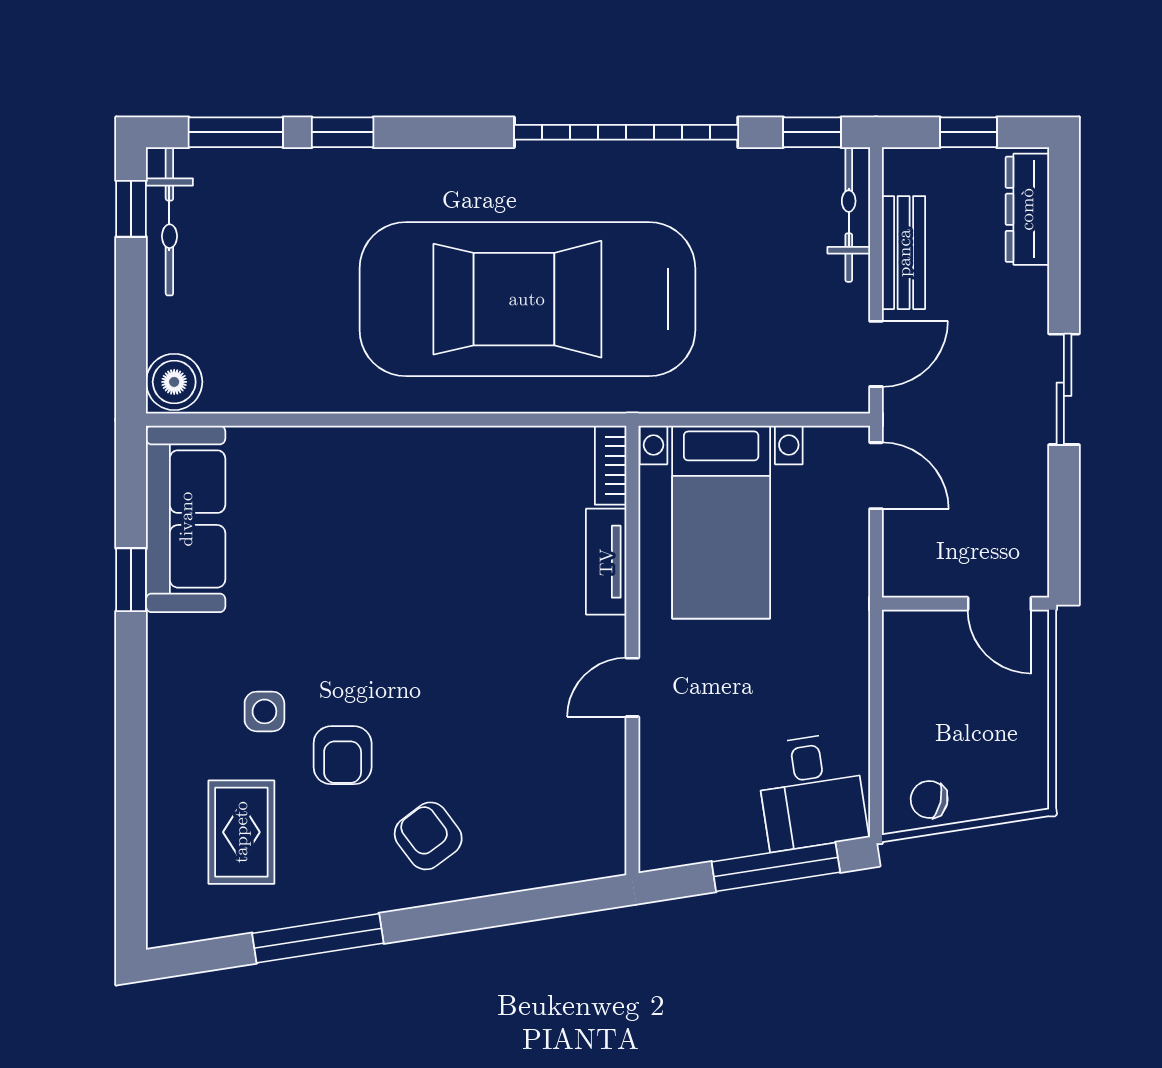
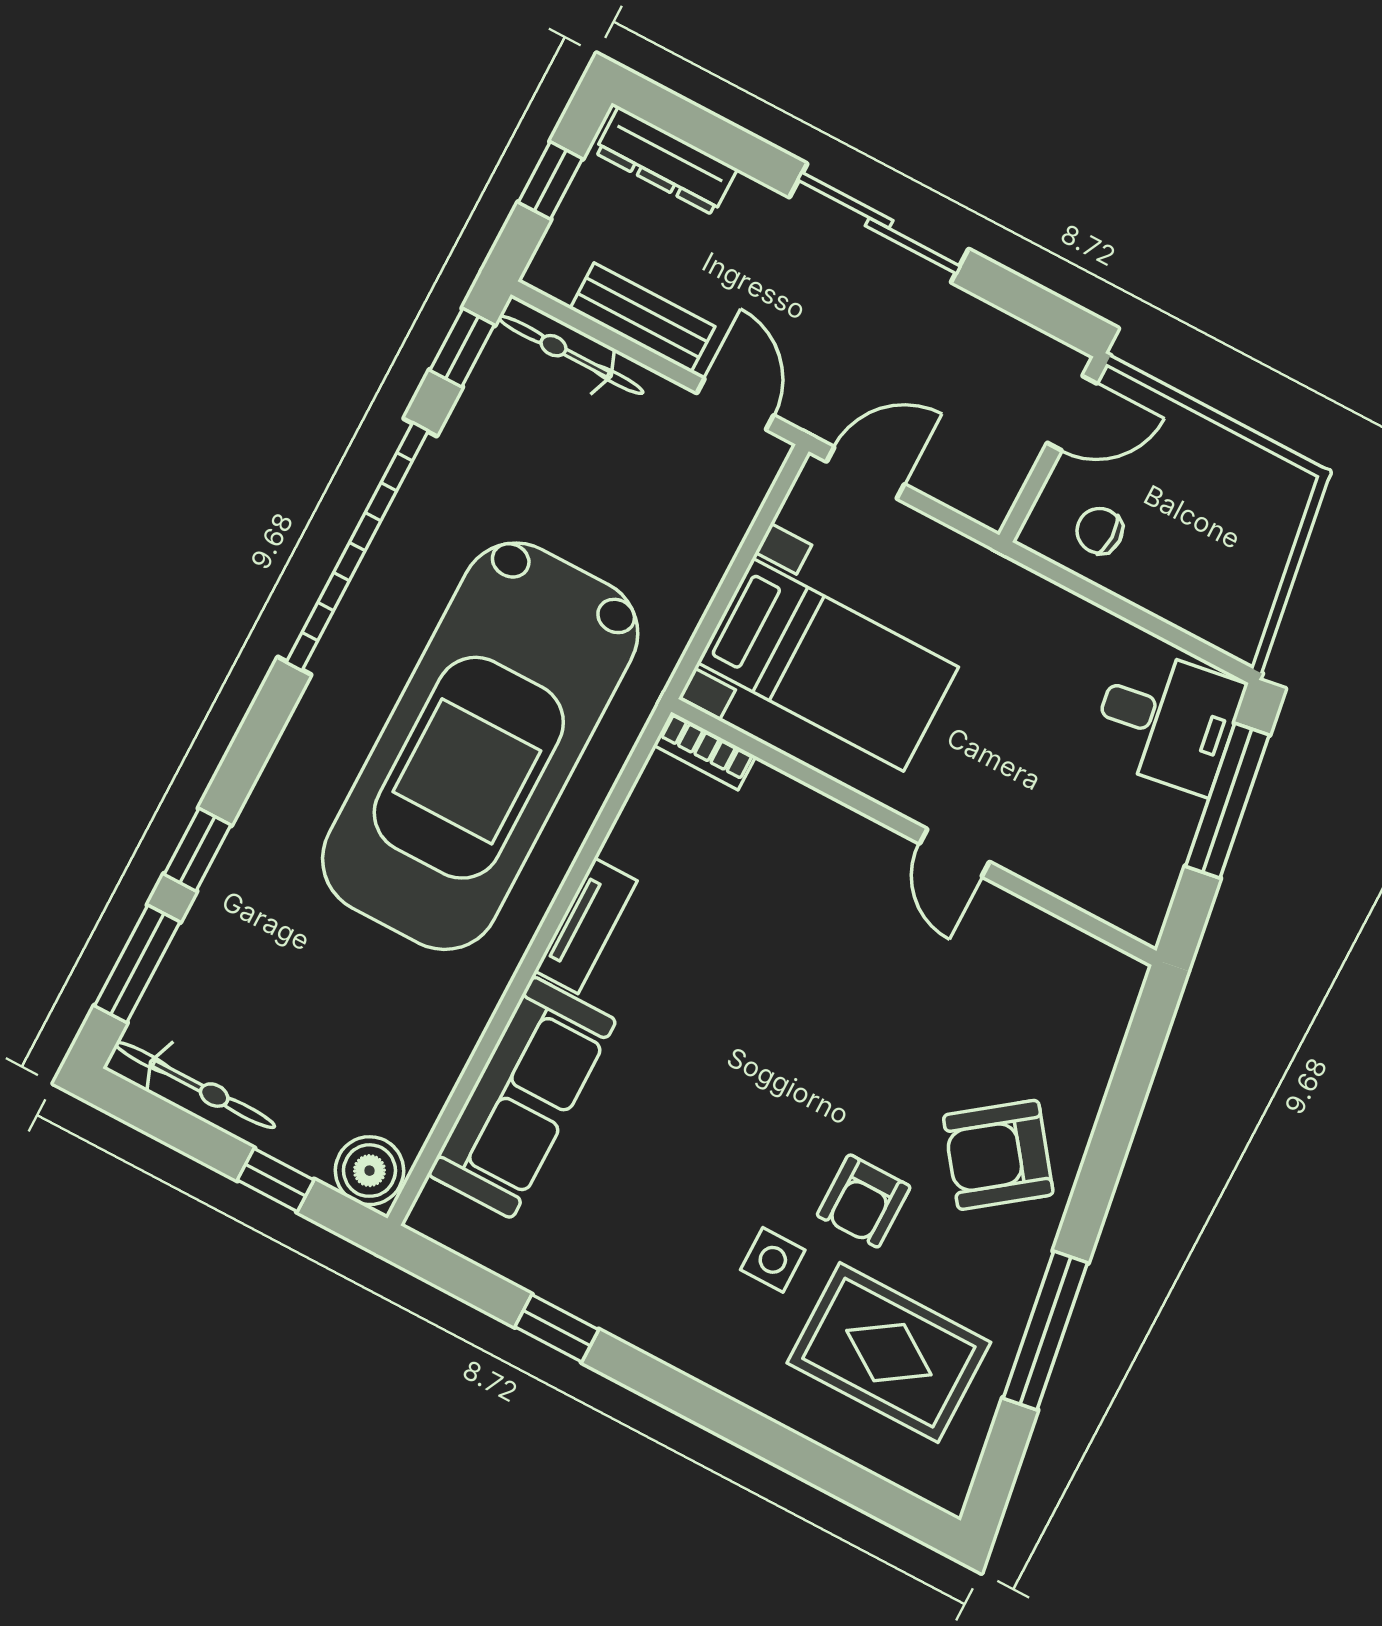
window: (131, 209) -> (276, 1180), moved
sliding door: (1064, 389) -> (879, 223), width x1.37
sofa: (186, 519) -> (522, 1097), moved, turned 90
tv unit: (606, 562) -> (586, 926), moved, turned -90
armchair: (343, 755) -> (864, 1201), turned 90
chair: (929, 799) -> (1100, 531), moved, turned 77
rug: (241, 832) -> (889, 1353), width x1.36, depth x1.43
armchair: (428, 836) -> (998, 1155), width x1.38, depth x1.38

